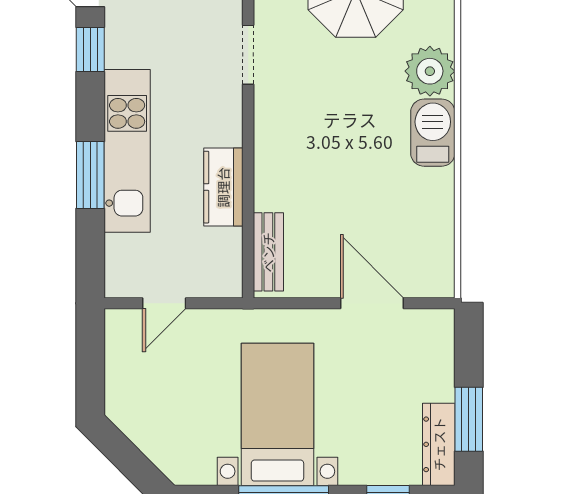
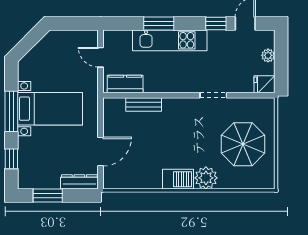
kitchen counter: (223, 187) -> (125, 84), moved
bench: (268, 252) -> (144, 105), moved
dresser: (439, 444) -> (79, 182), moved

